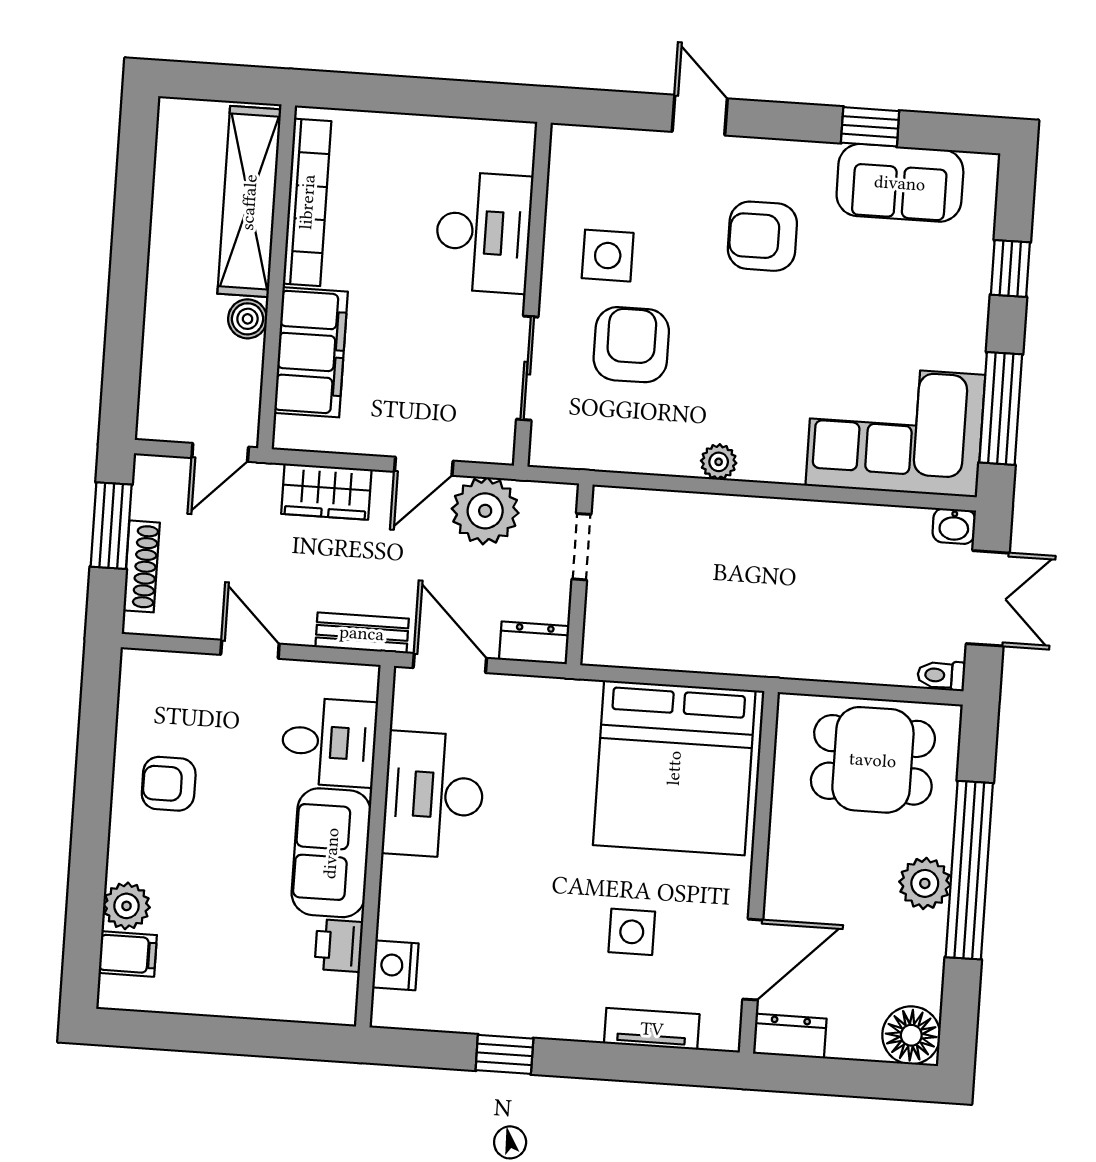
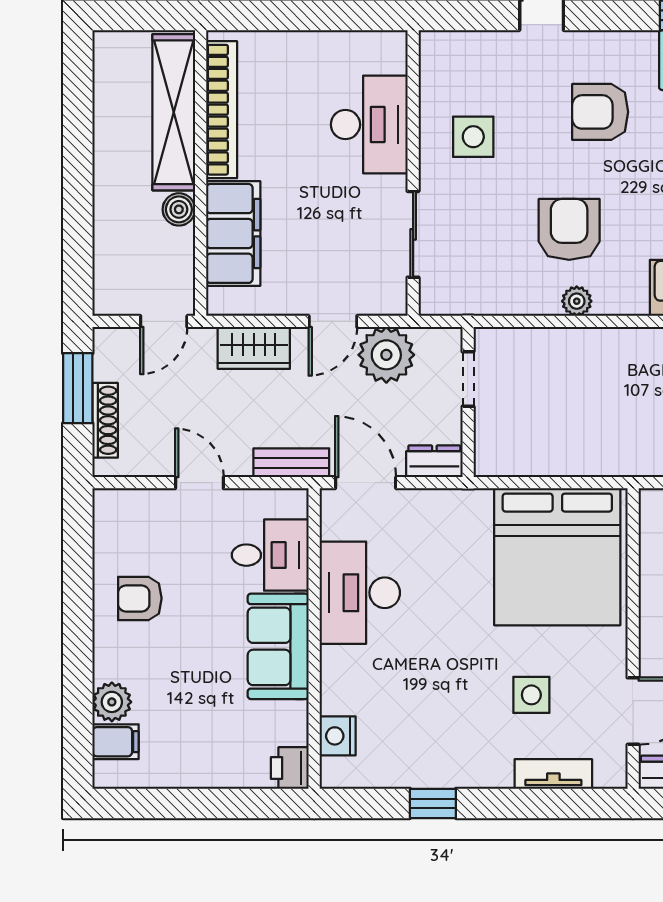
armchair: (631, 345) -> (569, 229), moved
printer: (339, 946) -> (290, 768), moved

